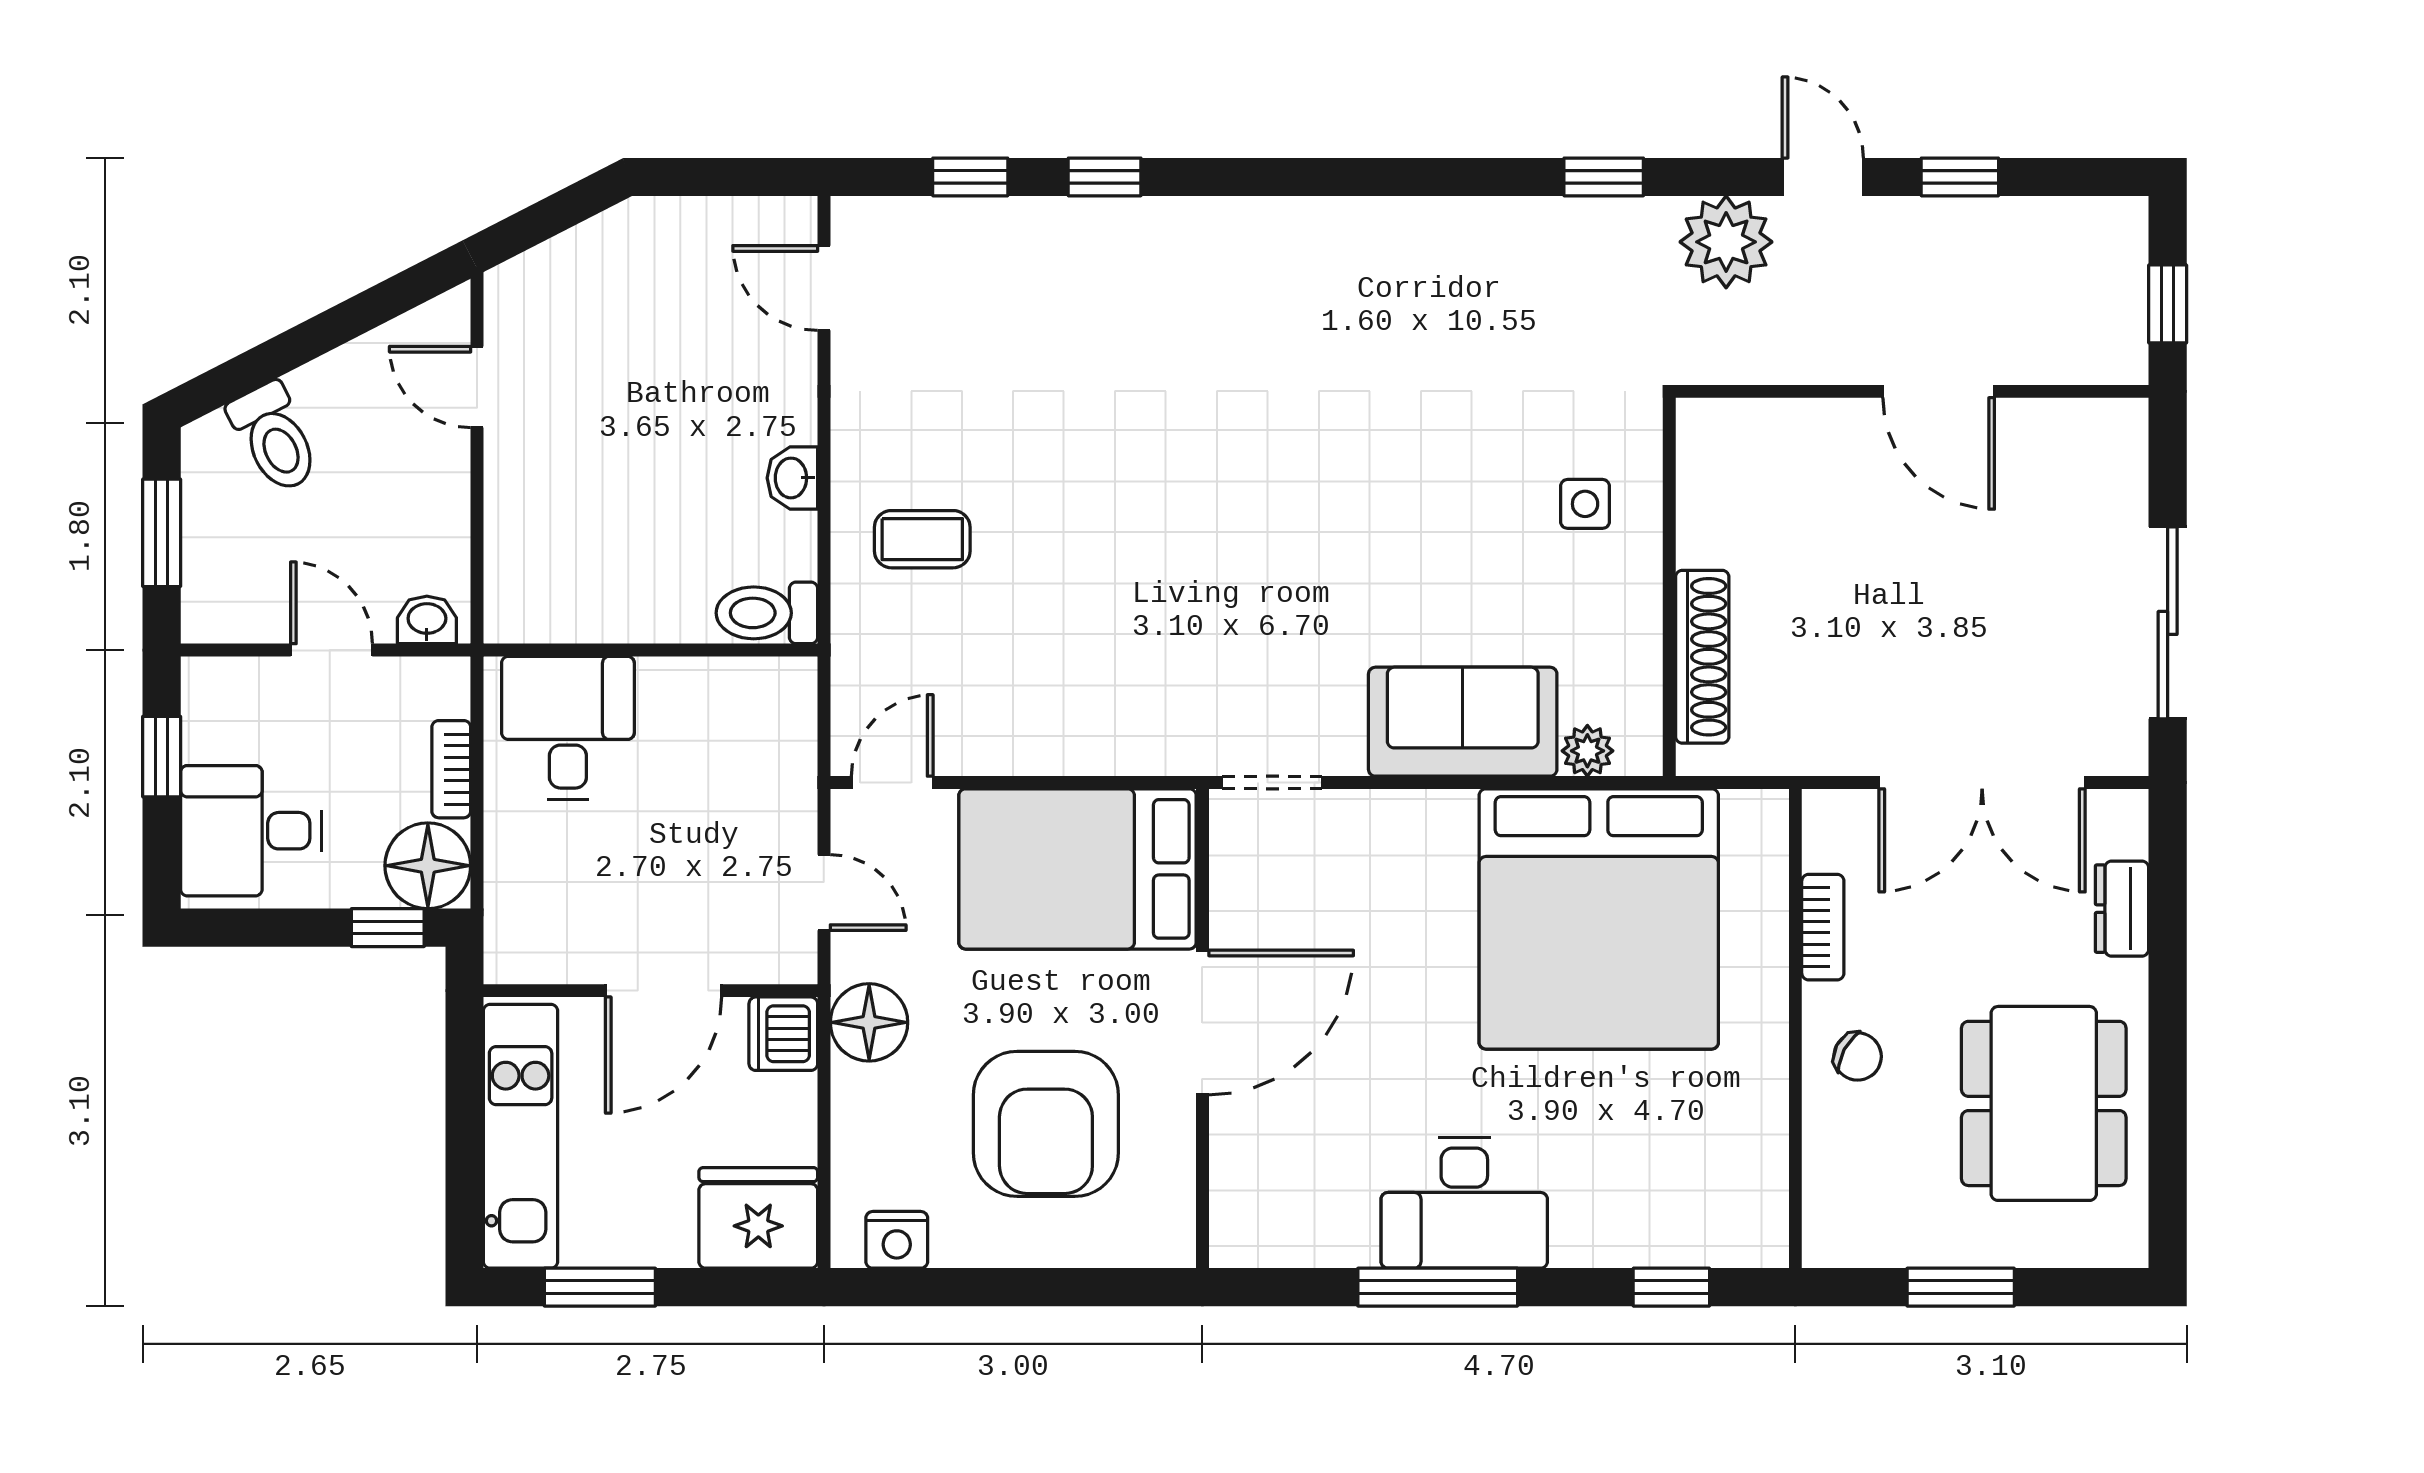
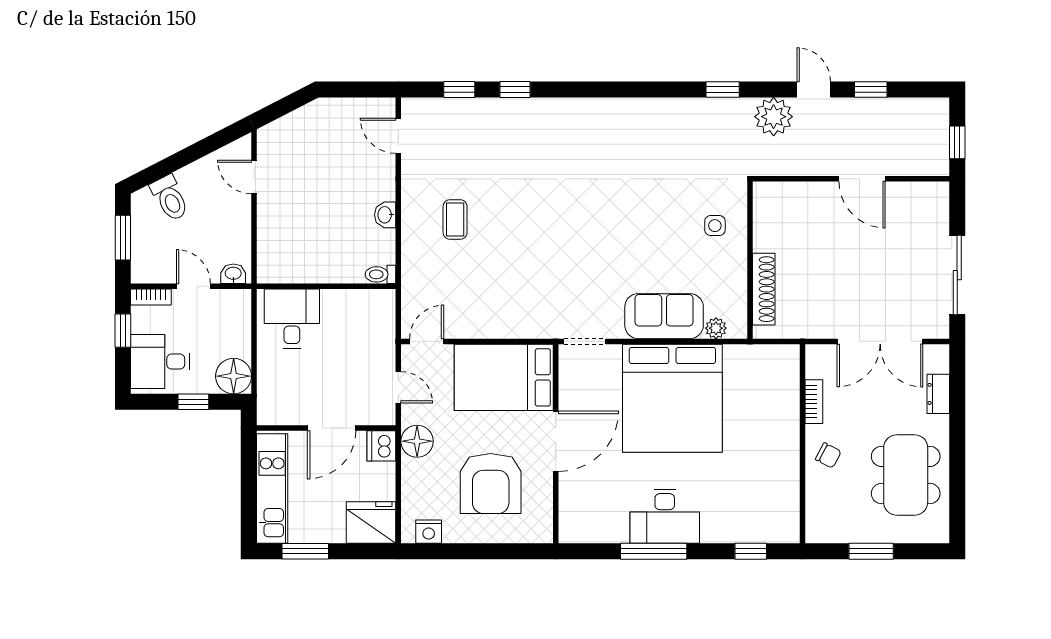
coffee table: (922, 539) -> (455, 220), moved, turned 90
toilet: (767, 613) -> (381, 274), width x0.73, depth x0.72
bookcase: (451, 769) -> (151, 297), moved, turned -90
bed: (1599, 919) -> (672, 398), moved
window: (388, 928) -> (193, 402), moved

